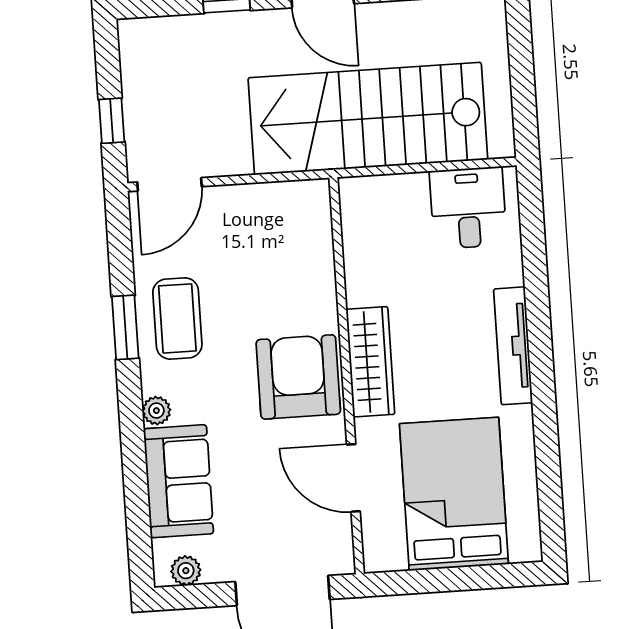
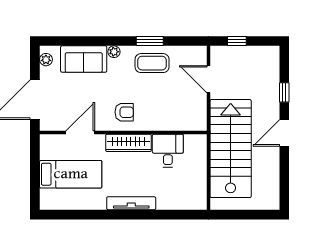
door: (169, 184) -> (209, 79), moved
desk: (468, 208) -> (168, 151), moved, turned -90
armchair: (298, 377) -> (124, 112), width x0.53, depth x0.53
bed: (454, 494) -> (71, 174), width x0.67

